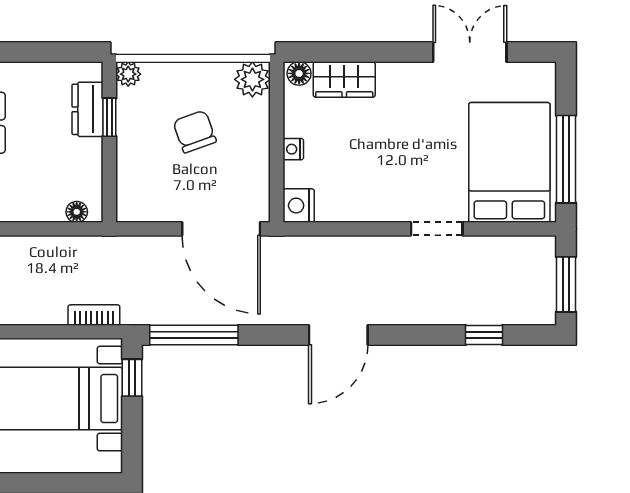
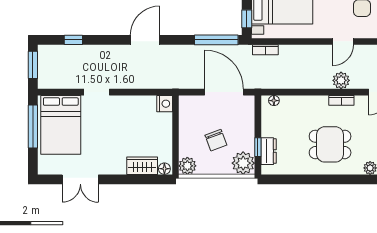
plant: (128, 74) -> (243, 163), width x1.88, depth x1.88
nightstand: (293, 149) -> (167, 131), removed
door: (221, 229) -> (224, 92), moved

